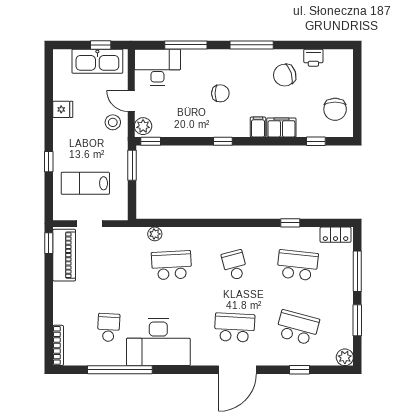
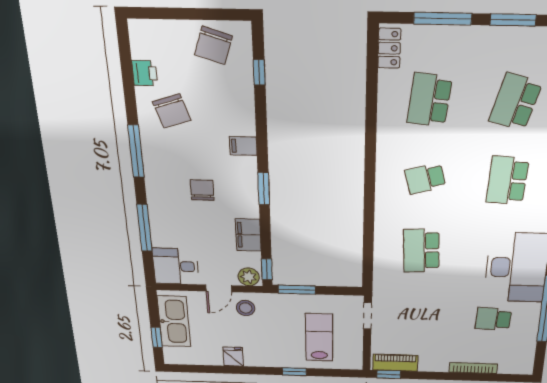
window: (101, 45) -> (157, 337), moved
desk: (157, 67) -> (176, 266), width x0.73
chair: (335, 109) -> (213, 45), turned 108
filing cabinet: (281, 128) -> (248, 235), moved
window: (223, 141) -> (264, 189), width x1.50
lab bench: (85, 183) -> (319, 337), turned 180
window: (290, 223) -> (371, 108), removed
doorway: (90, 224) -> (368, 316), moved
plant: (155, 234) -> (381, 268), removed
piano: (64, 255) -> (395, 363), width x0.73, depth x0.75
bookcase: (58, 345) -> (473, 368), moved

